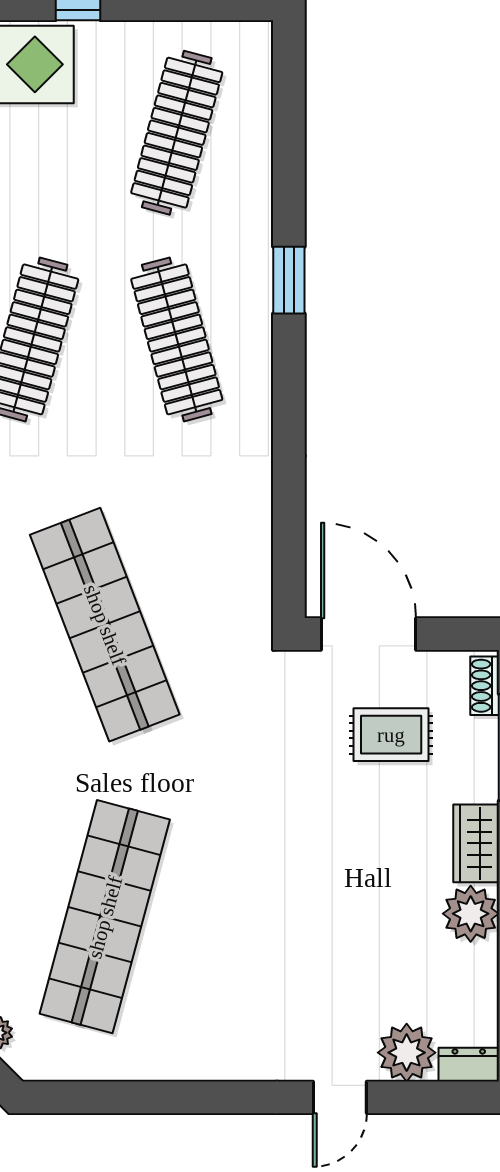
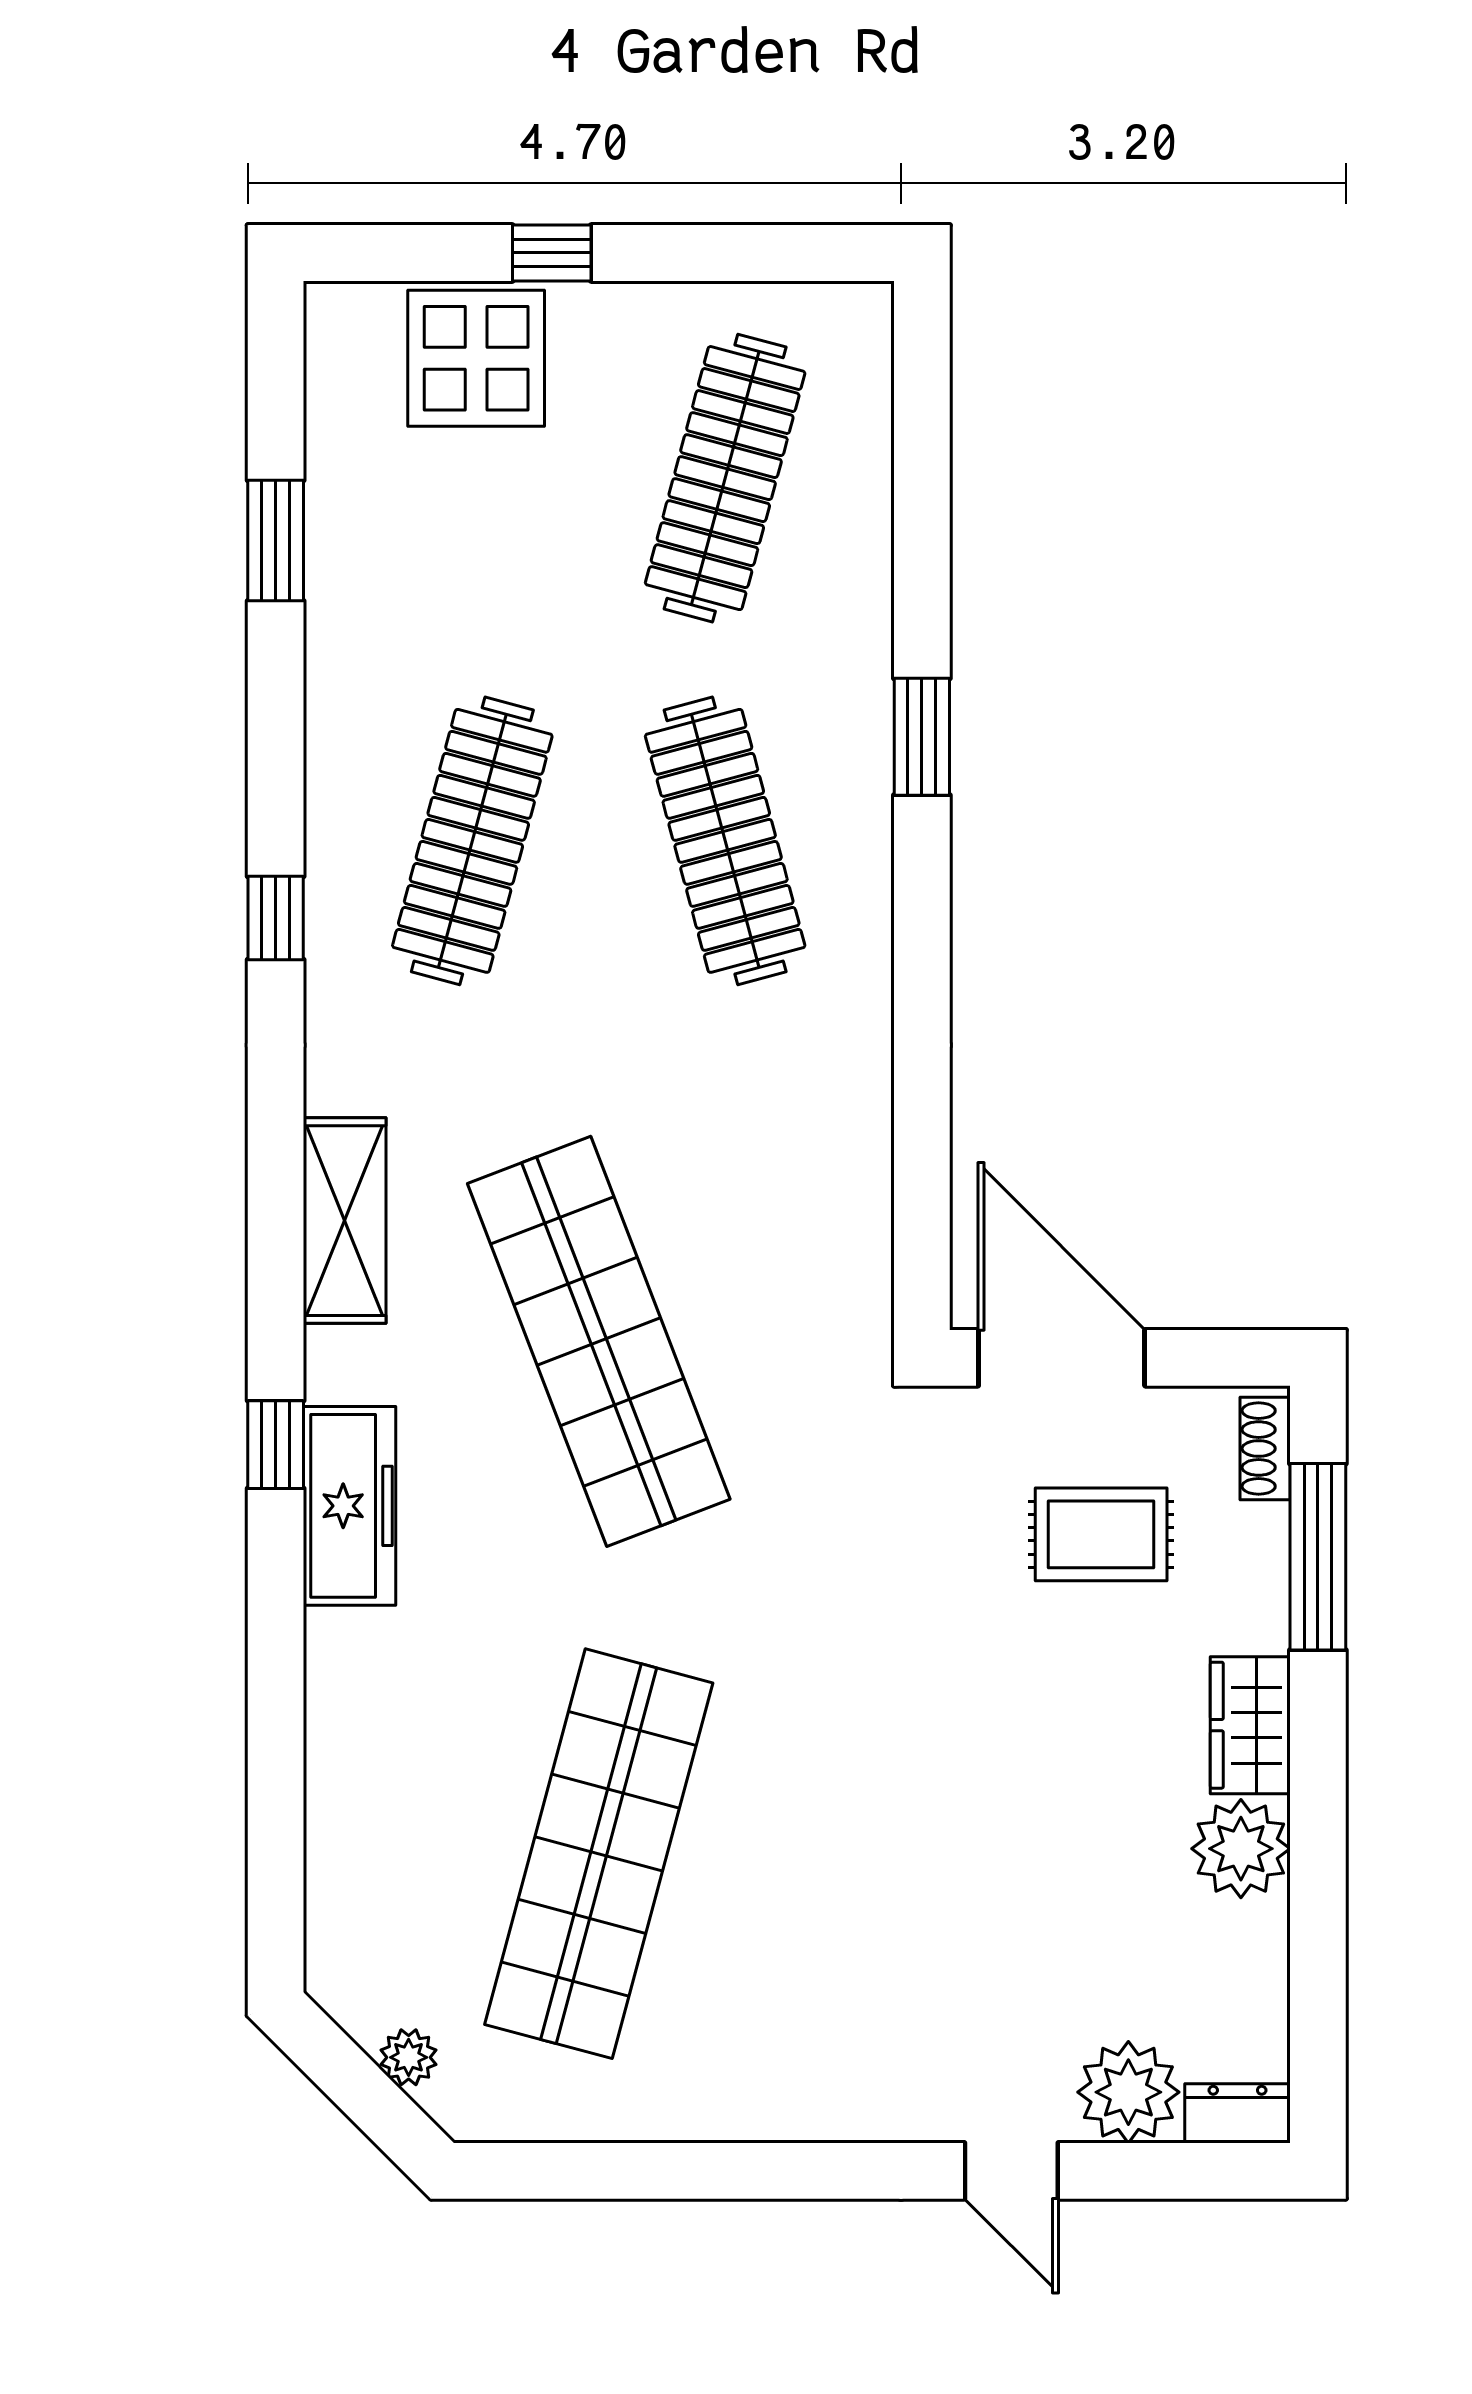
door: (340, 1097) -> (1011, 2171), hinge flipped

